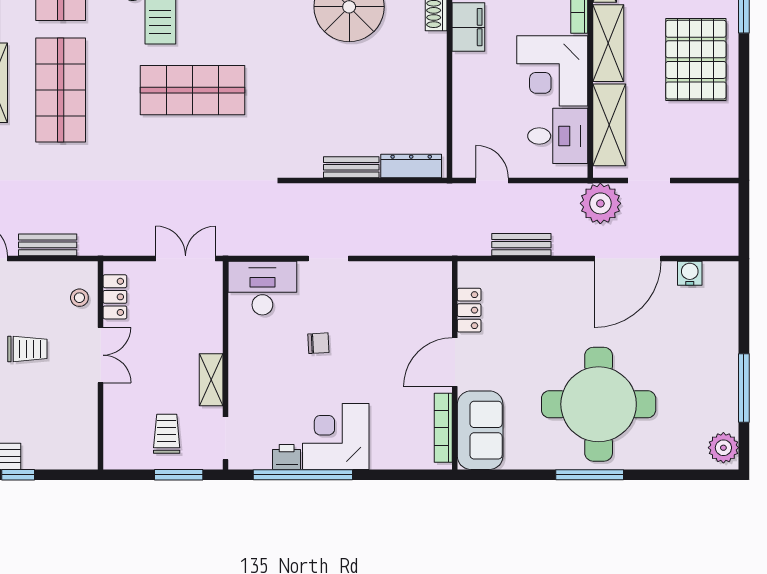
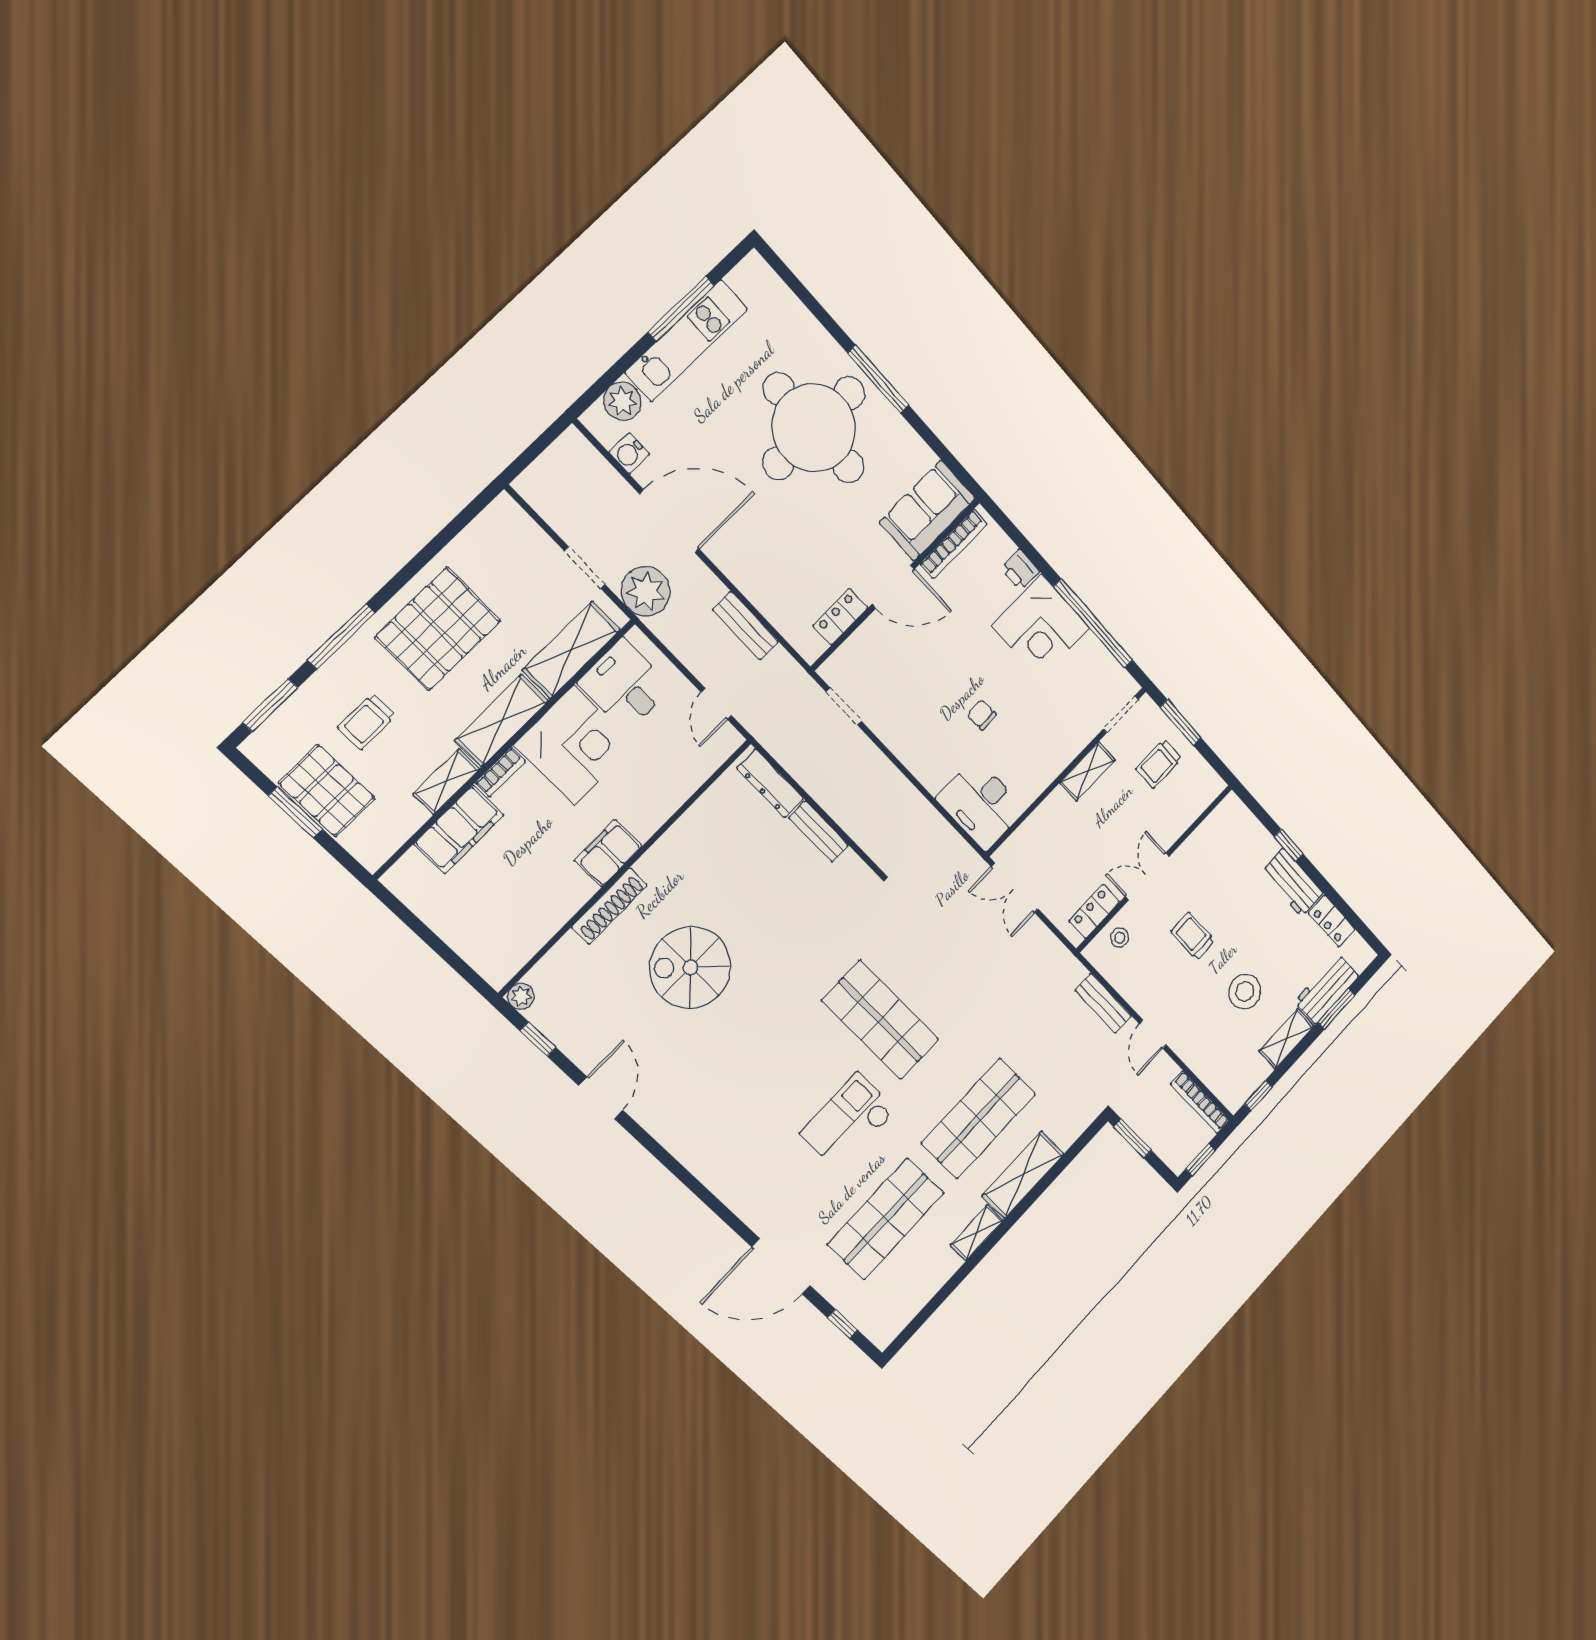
doorway: (328, 259) -> (844, 707), moved
kitchen unit: (723, 373) -> (686, 341), added
plant: (723, 448) -> (622, 401), moved
printer: (287, 457) -> (1020, 570), moved

